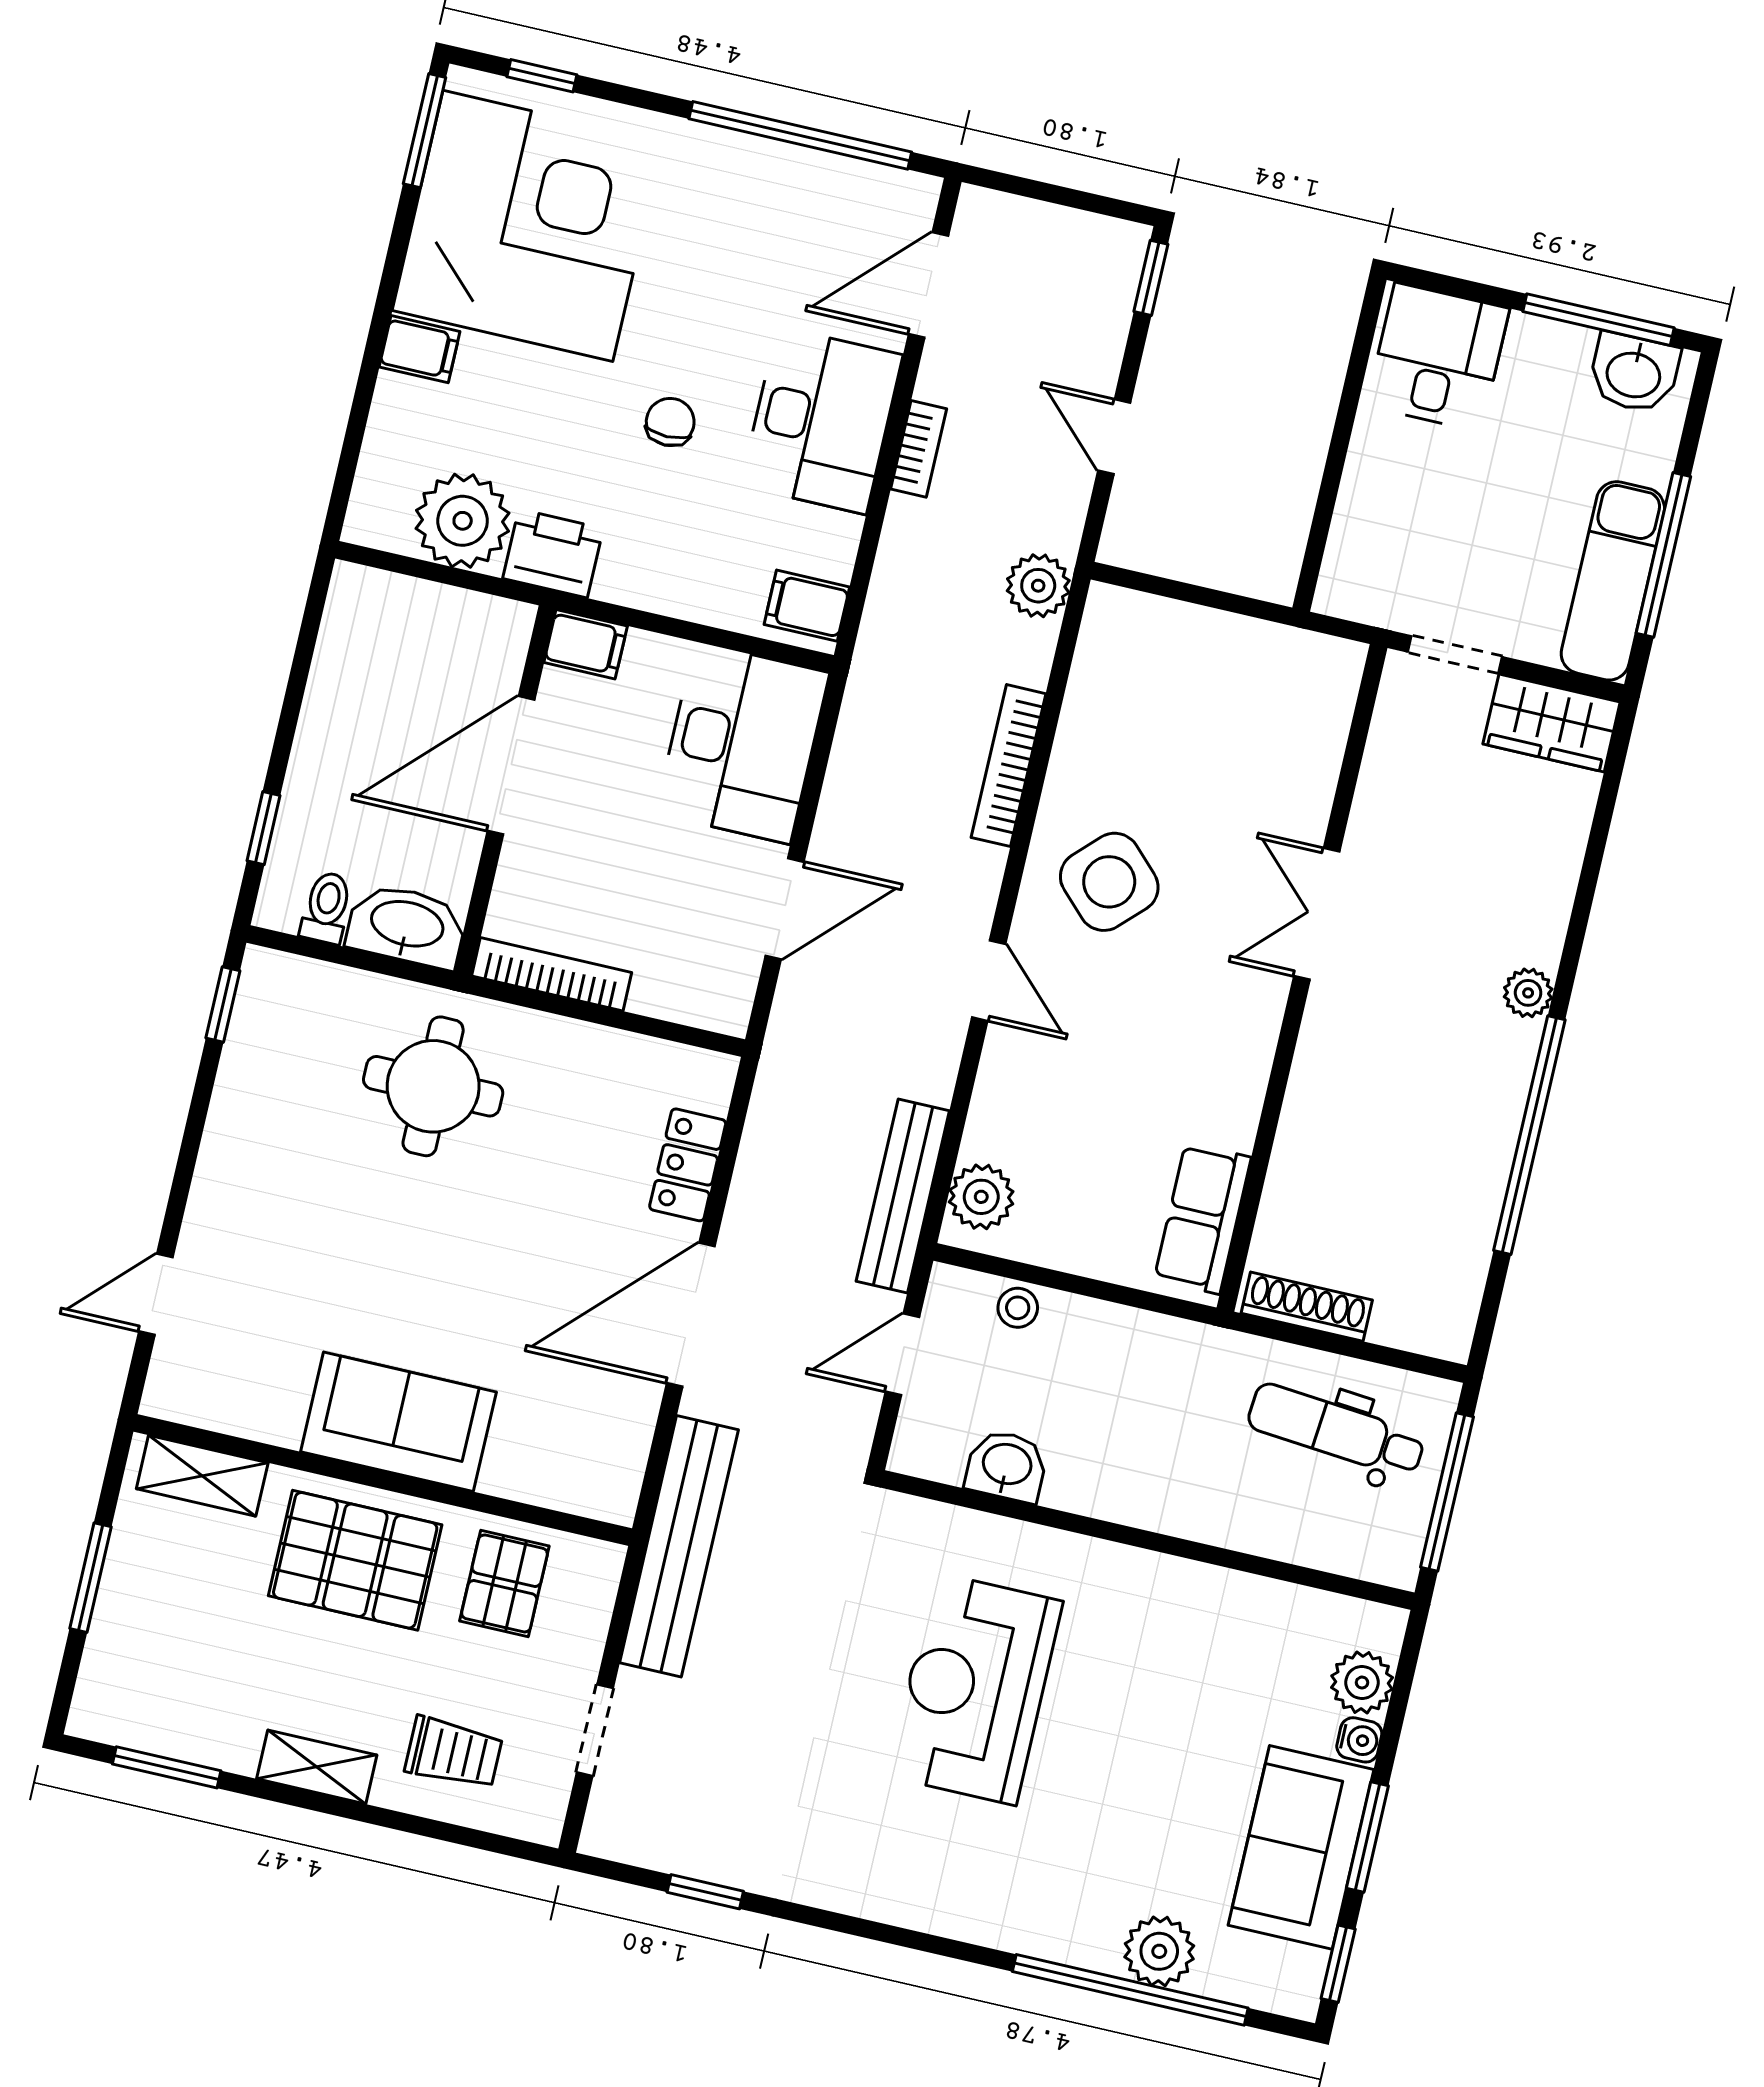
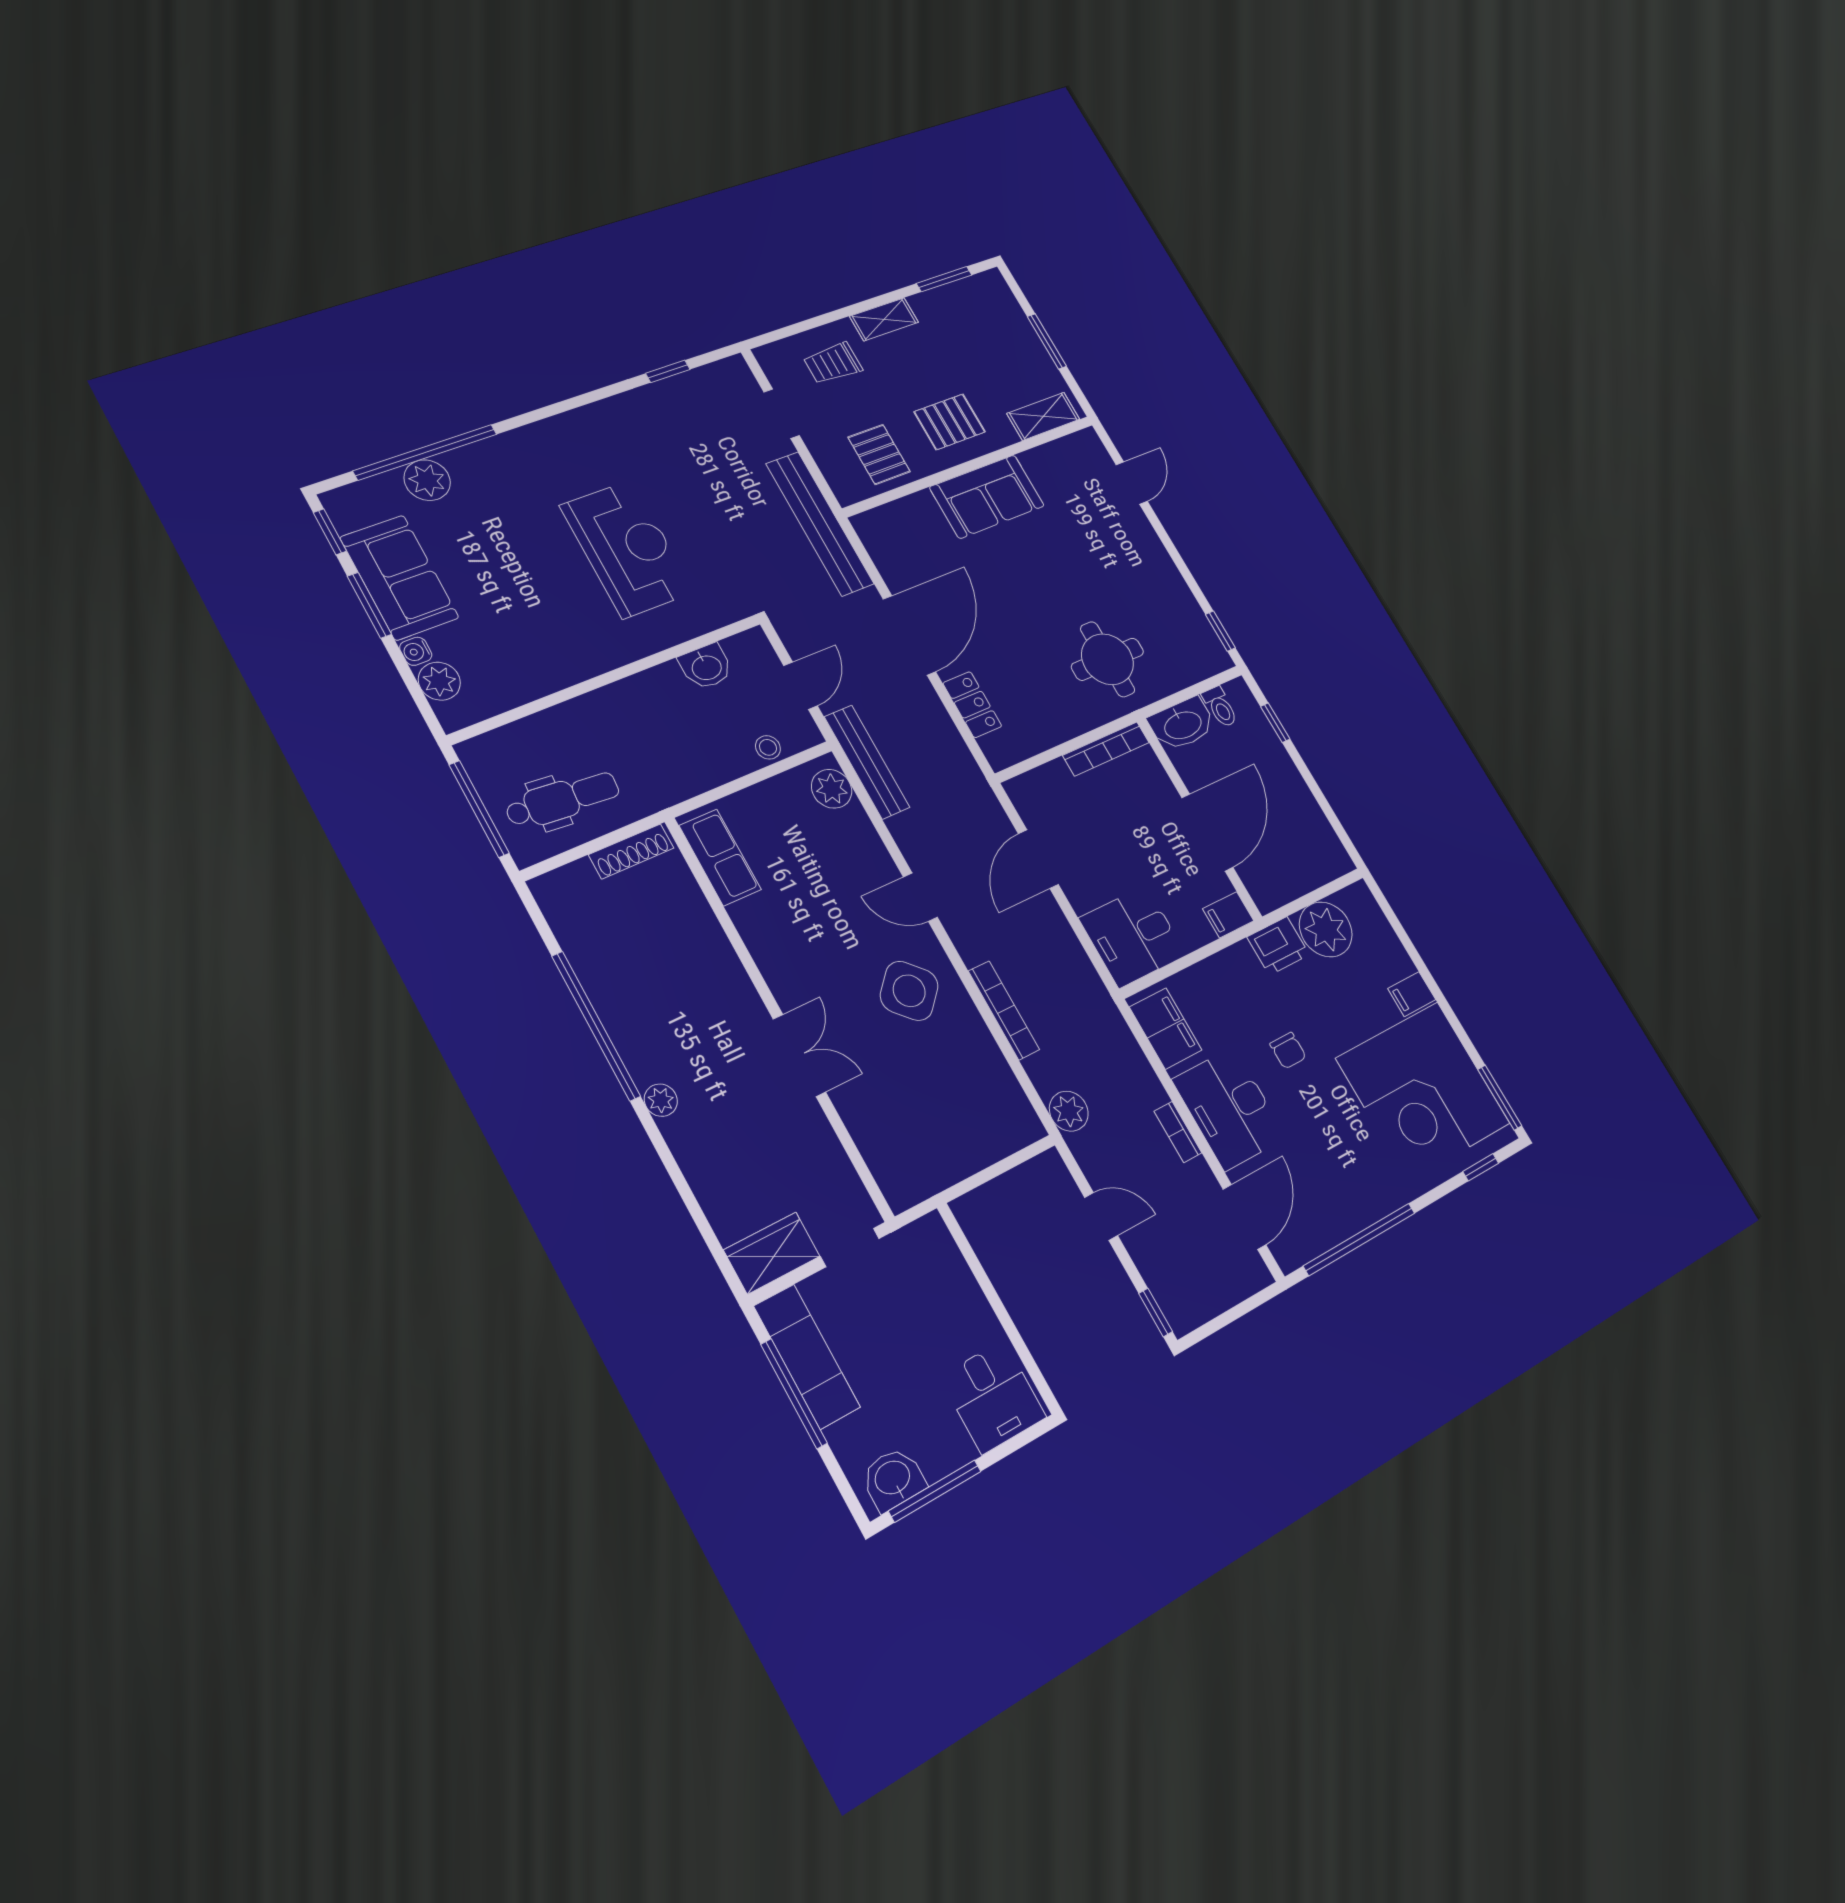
filing cabinet: (807, 606) -> (1166, 1028), width x2.00
desk: (742, 743) -> (1133, 936), width x0.73
pallet: (355, 1560) -> (950, 422), width x0.67, depth x0.71

